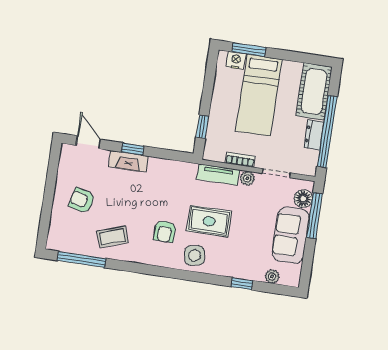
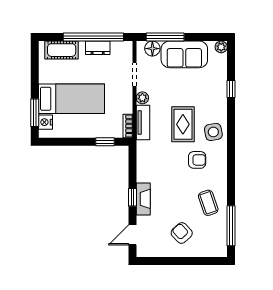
cot: (314, 91) -> (62, 50), width x0.73, depth x0.75
bookcase: (240, 160) -> (128, 126), moved
armchair: (82, 200) -> (182, 233), turned 123
plant: (272, 276) -> (221, 47), moved

